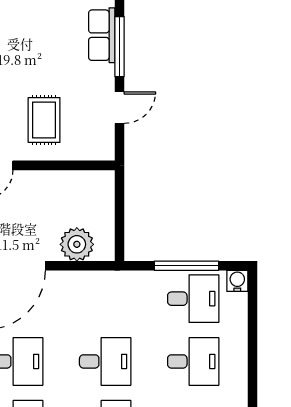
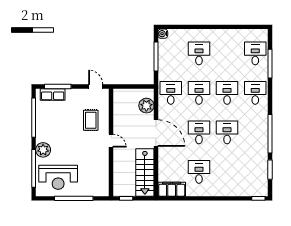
door: (119, 108) -> (96, 86), moved
rug: (44, 120) -> (91, 120), turned 90
desk: (193, 299) -> (171, 93), moved

